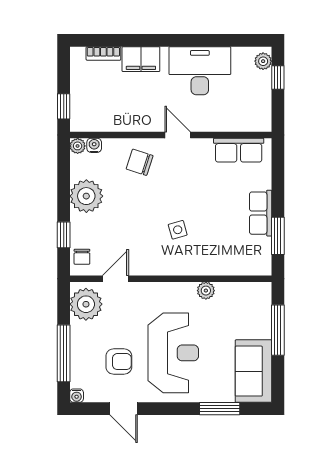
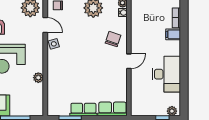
filing cabinet: (141, 59) -> (173, 34), width x0.50
row of seats: (239, 150) -> (112, 109), moved, turned 90
side table: (178, 230) -> (54, 44), moved

